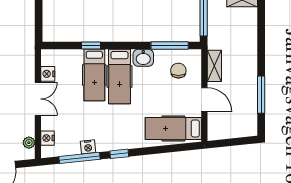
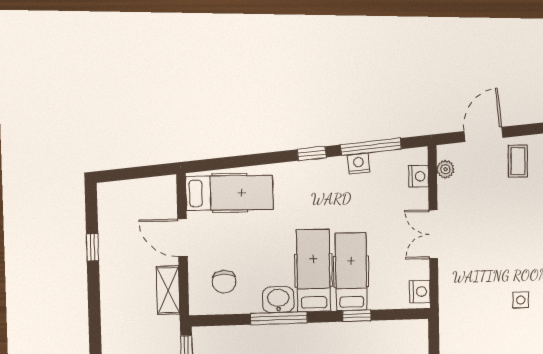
window: (170, 45) -> (279, 318), moved
nightstand: (48, 74) -> (420, 292), moved
window: (261, 95) -> (92, 247), width x0.46

